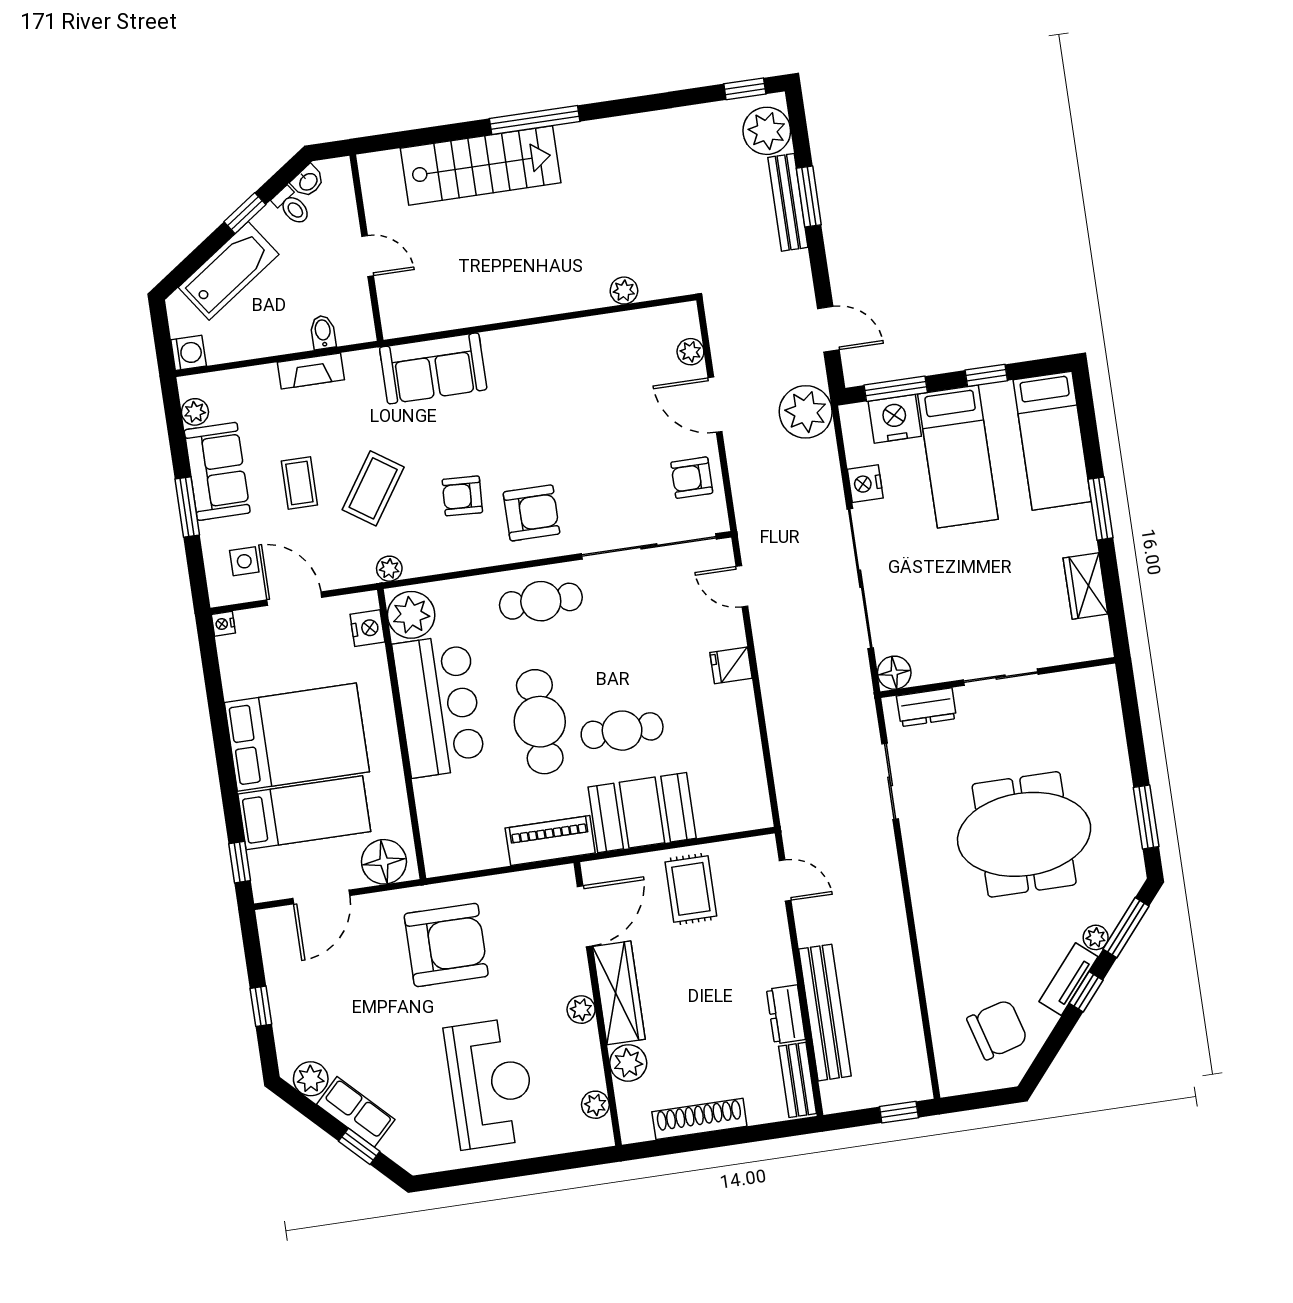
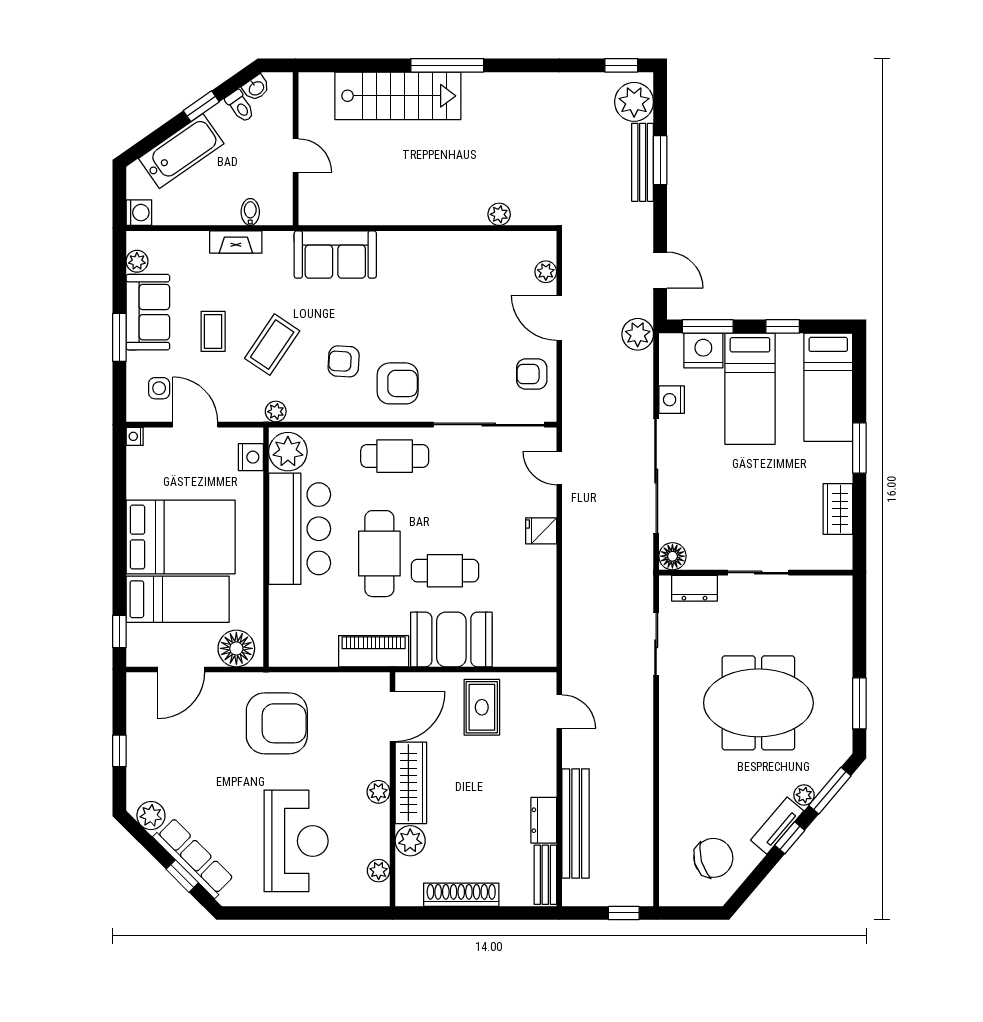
plant: (806, 412) -> (638, 334), width x0.73, depth x0.73
row of seats: (356, 1112) -> (194, 858), width x1.48

